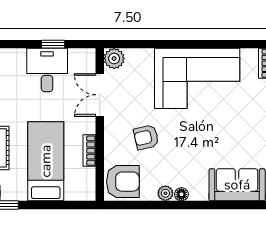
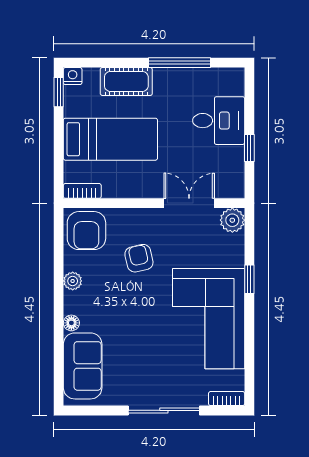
window: (164, 44) -> (249, 279), added
desk: (47, 70) -> (219, 121), moved
bookcase: (89, 151) -> (82, 191), moved
floor lamp: (181, 194) -> (71, 323), moved

